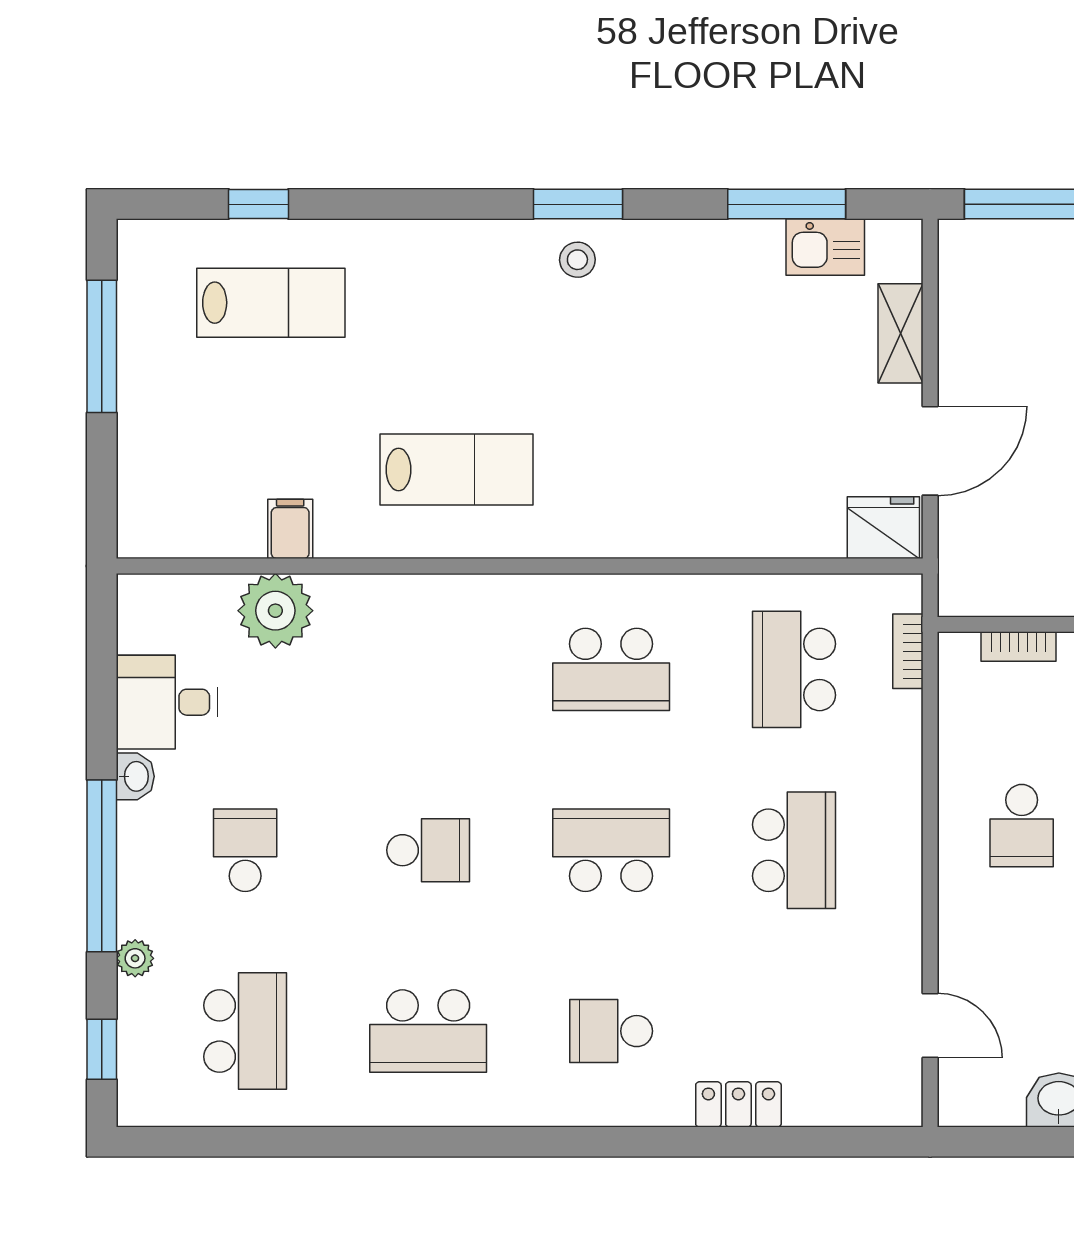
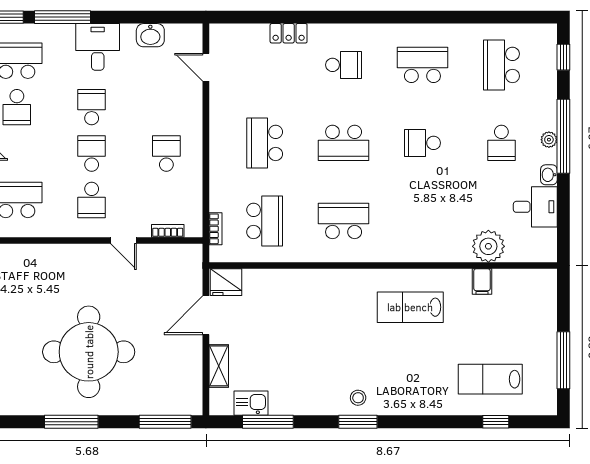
plant: (135, 958) -> (549, 140), moved

